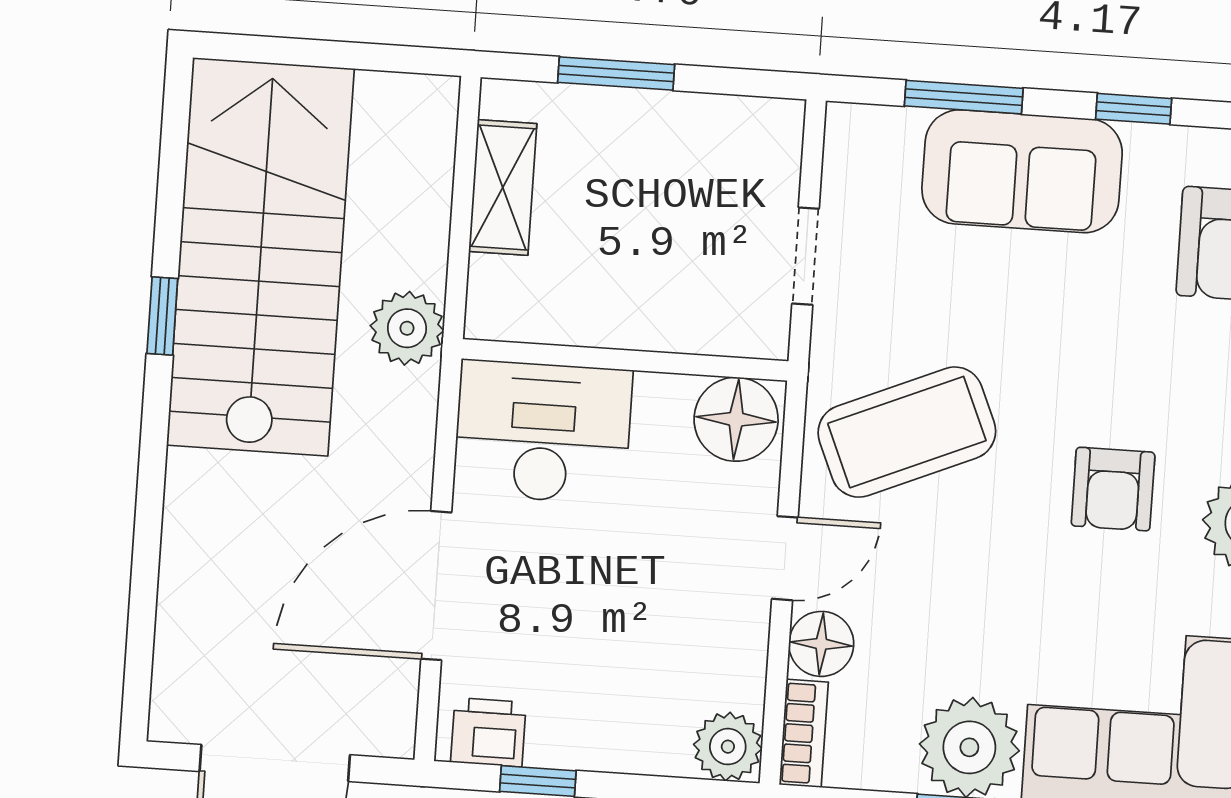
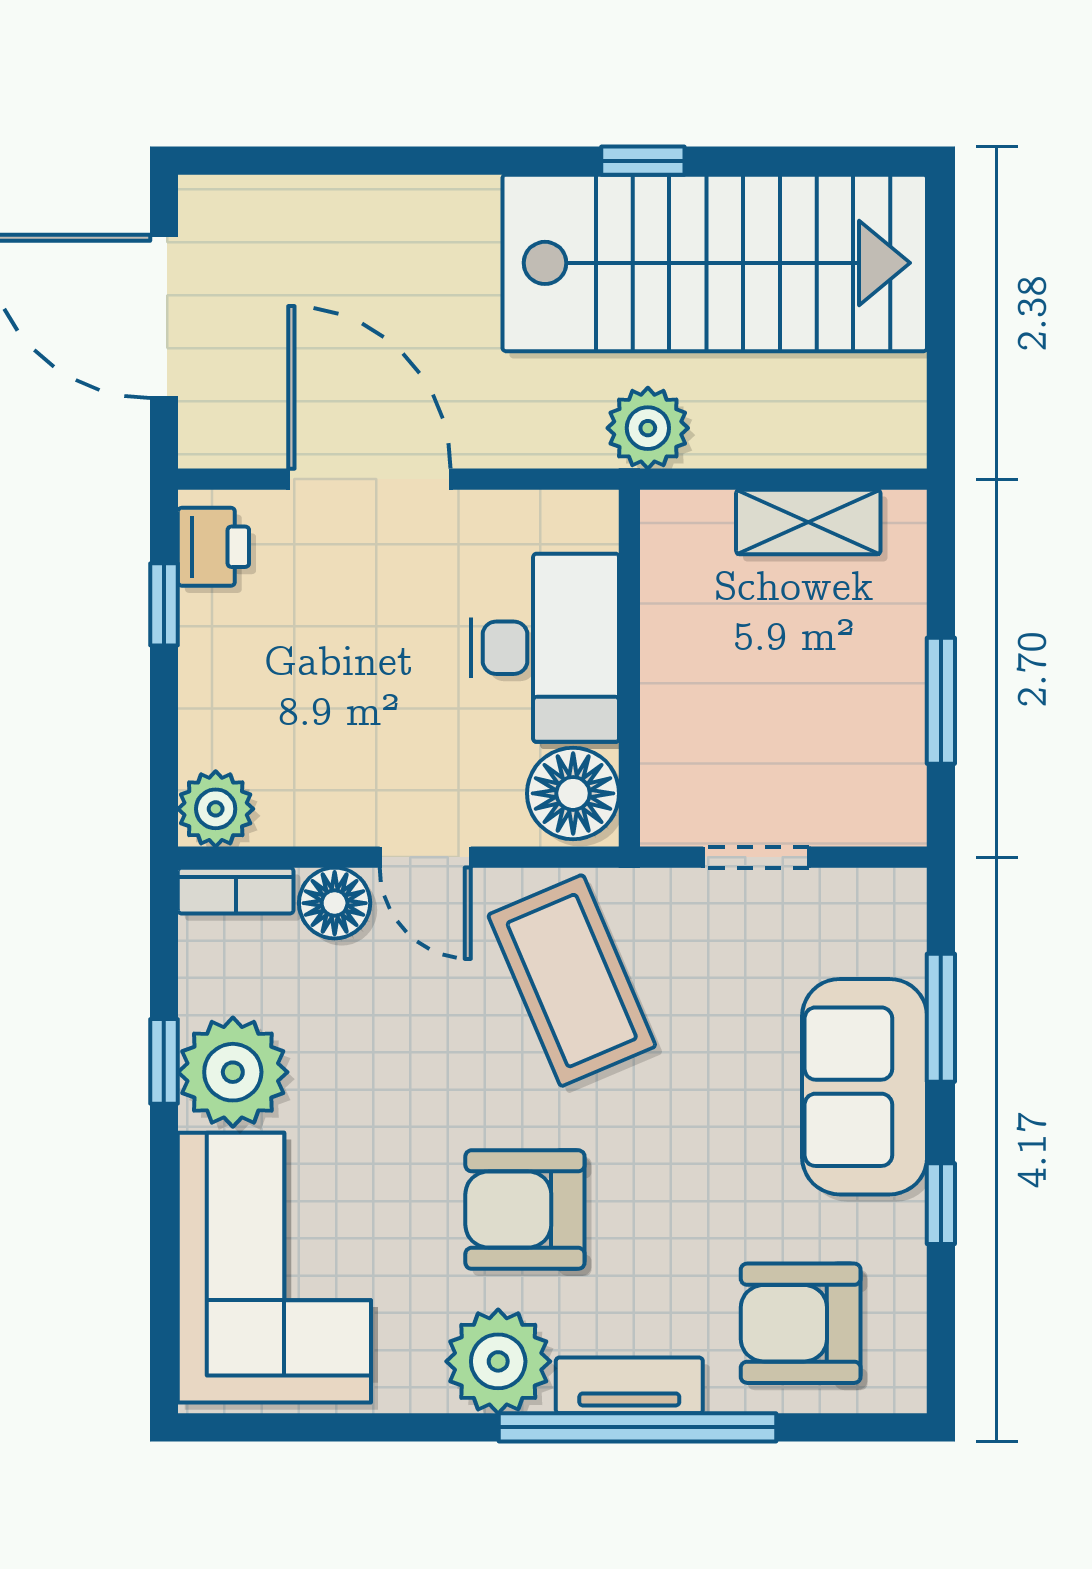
window: (616, 73) -> (941, 701), moved
desk: (543, 432) -> (545, 648), moved
armchair: (1113, 489) -> (525, 1210), width x1.38, depth x1.38

